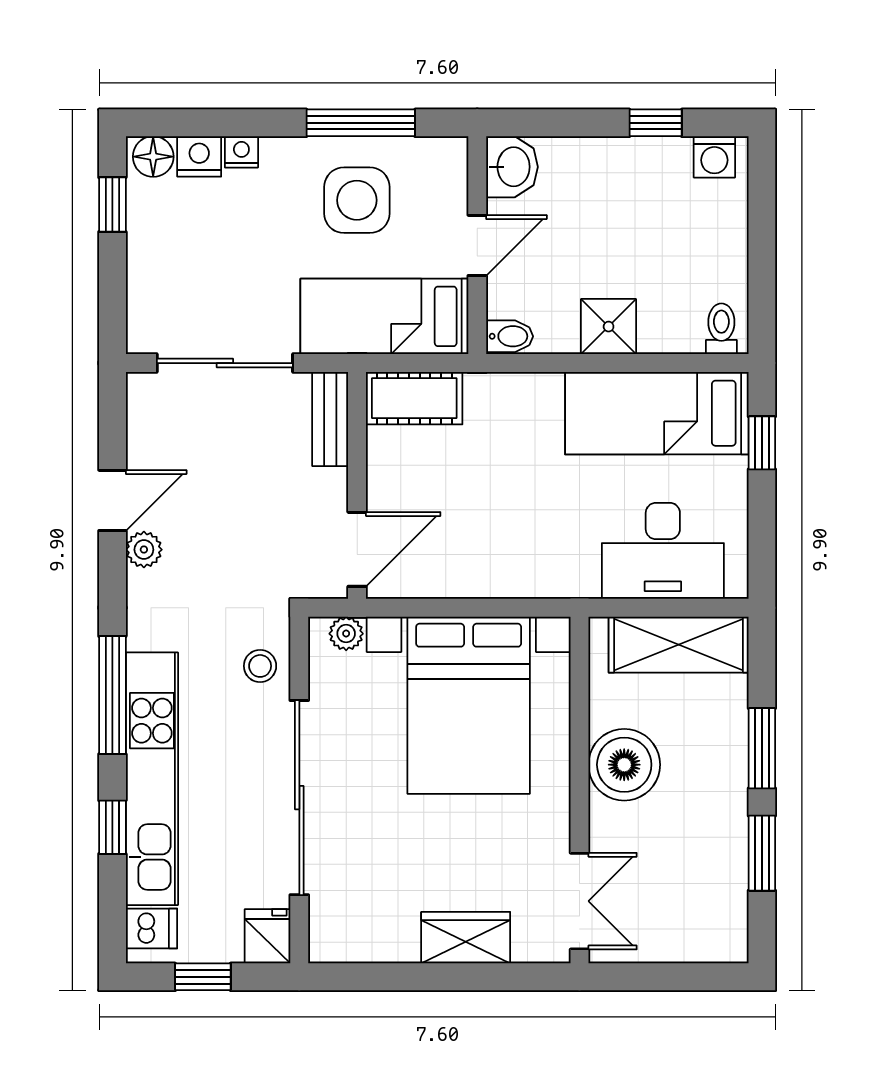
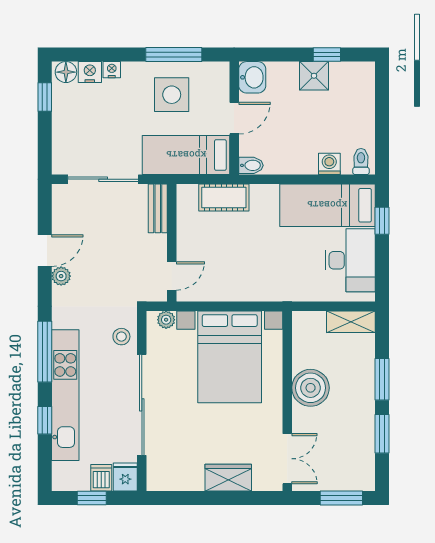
washing machine: (714, 157) -> (329, 164), moved, turned 180
shower: (609, 327) -> (314, 76), moved
cot: (414, 398) -> (224, 197), moved
door: (357, 549) -> (172, 276), width x0.73
desk: (663, 551) -> (350, 260), moved, turned -90
shelving: (679, 645) -> (351, 322), width x0.67, depth x0.75
dishwasher: (151, 929) -> (101, 478), moved, turned -90
window: (684, 977) -> (341, 498), added

